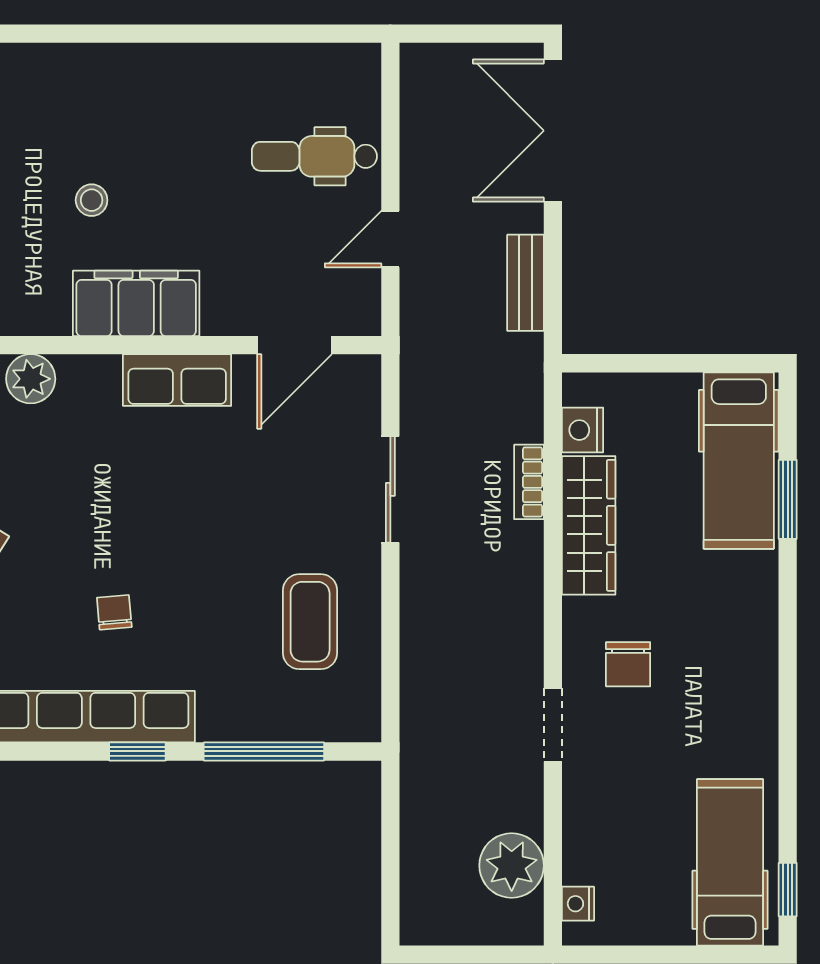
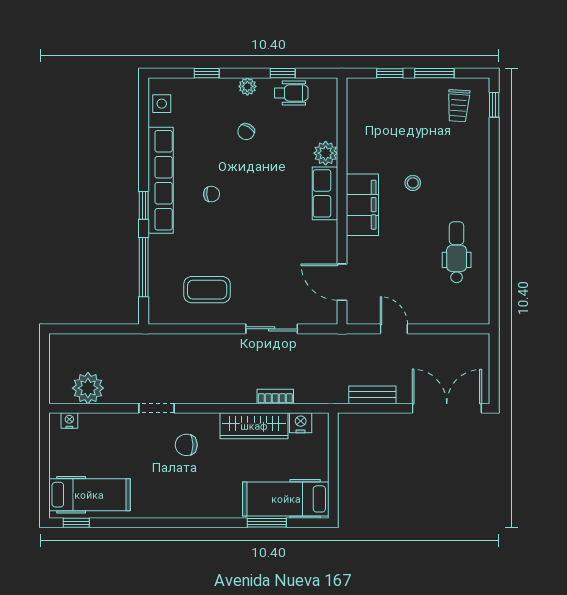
dental chair: (314, 156) -> (457, 252), moved
row of seats: (177, 380) -> (325, 193), moved

